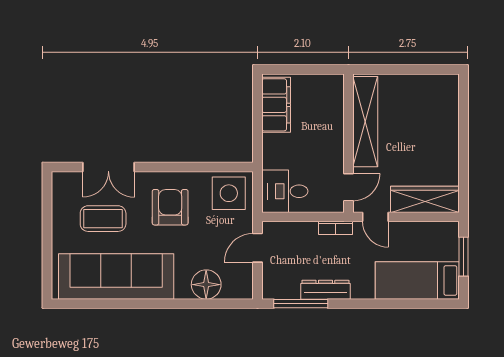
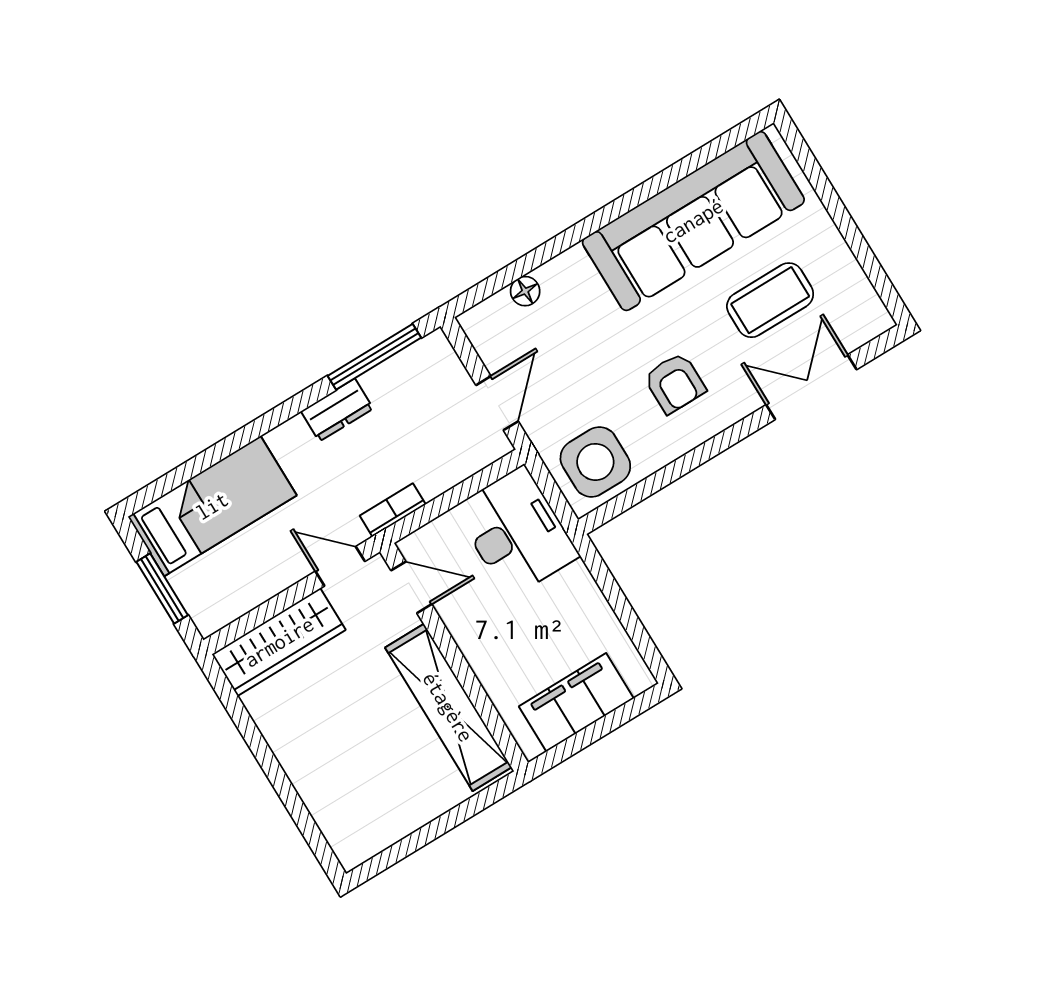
filing cabinet: (276, 105) -> (576, 702), moved, turned 90
door: (349, 187) -> (411, 587), swing flipped
desk: (285, 191) -> (516, 532), width x1.37
armchair: (170, 207) -> (675, 383), width x0.72, depth x0.72
floor lamp: (206, 285) -> (525, 291), width x0.53, depth x0.53
dresser: (325, 290) -> (337, 410), width x0.70

